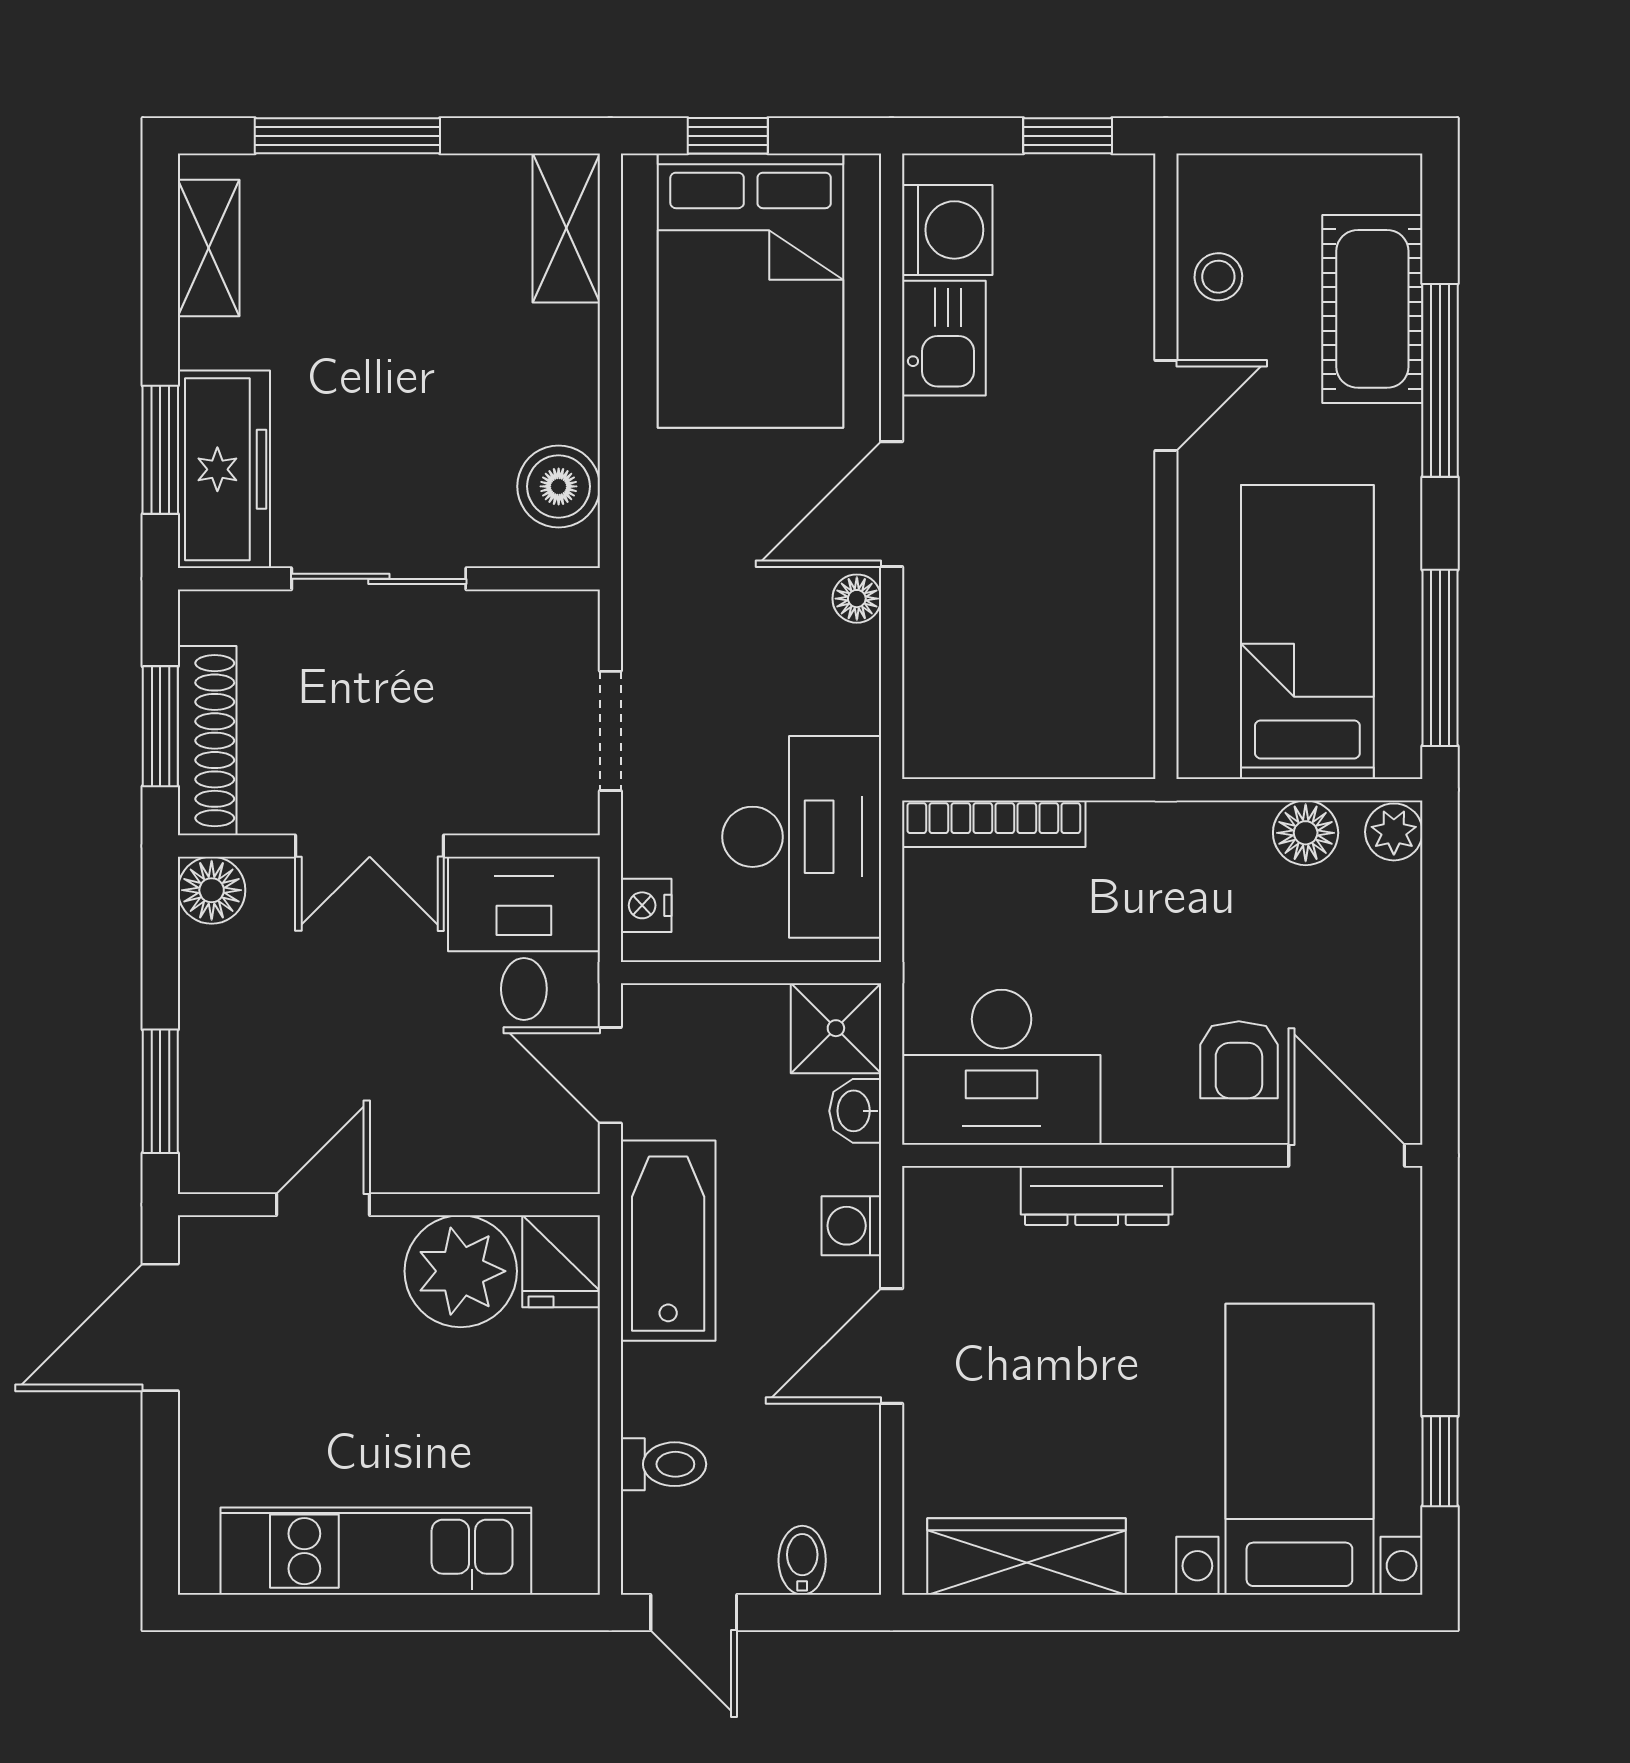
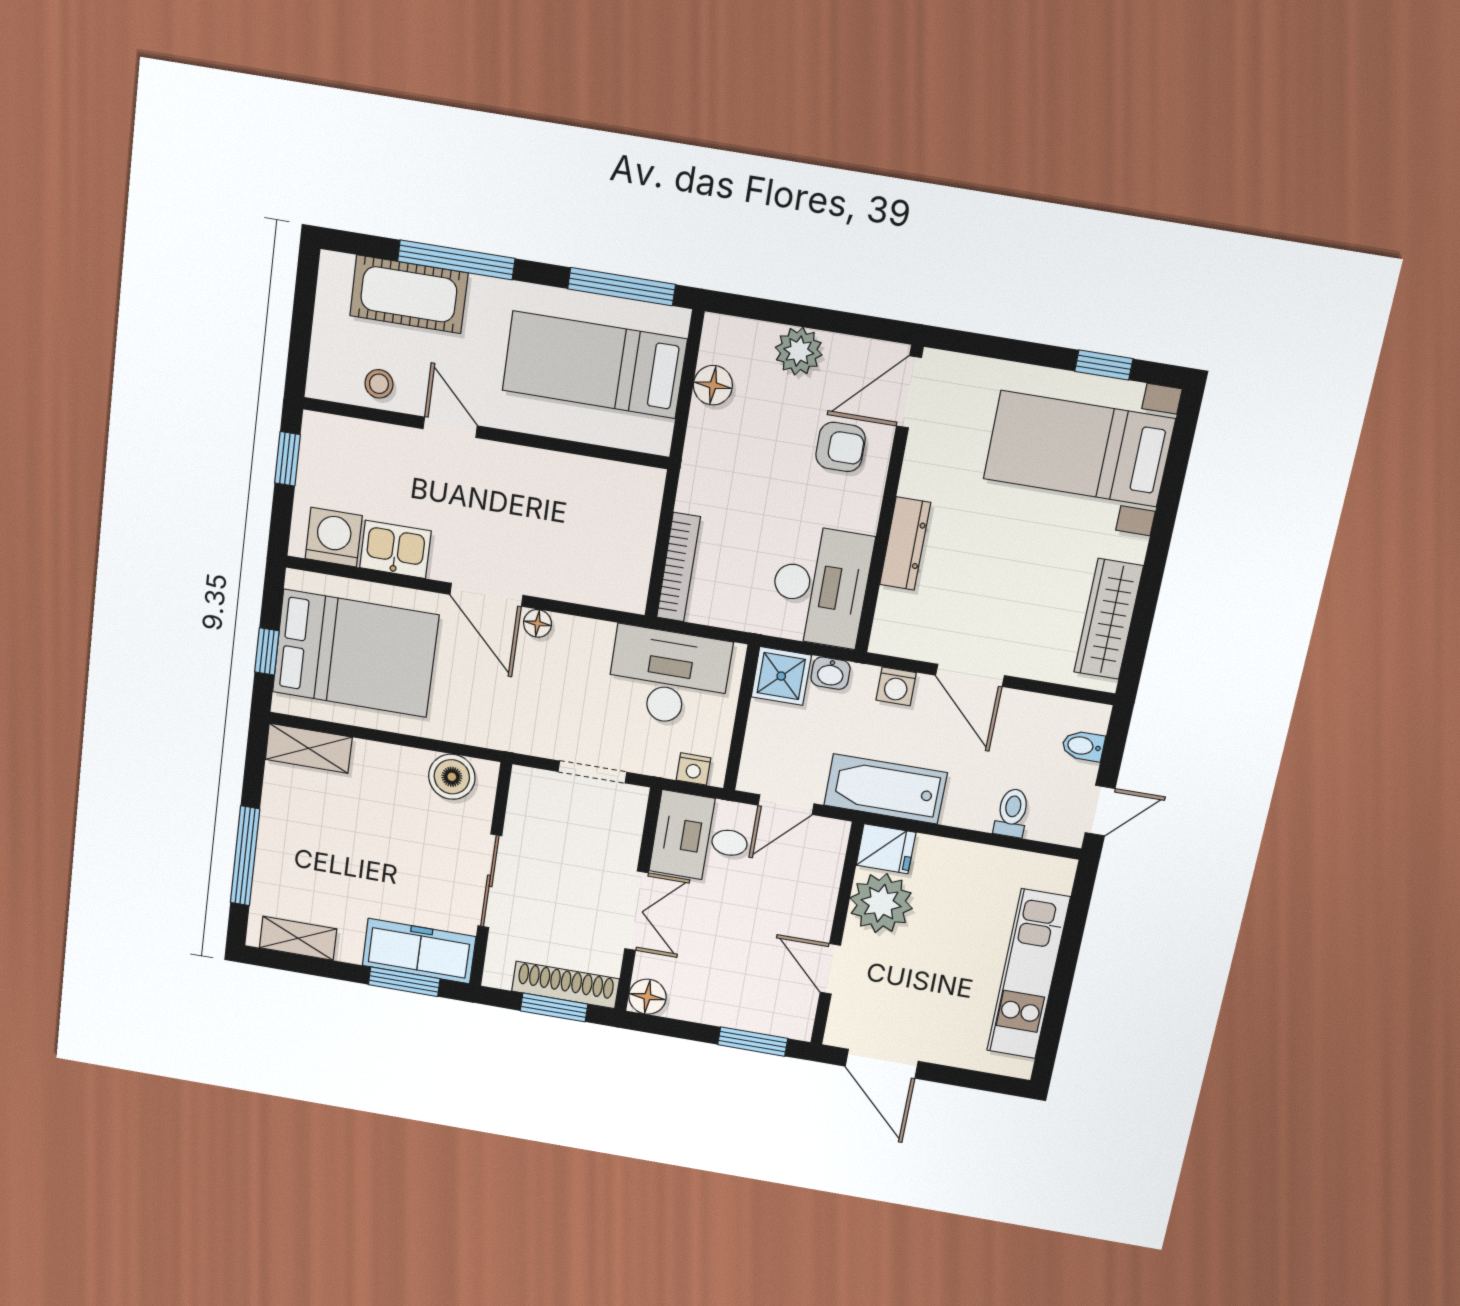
plant: (1394, 832) -> (799, 351), moved, width x1.38, depth x1.38

